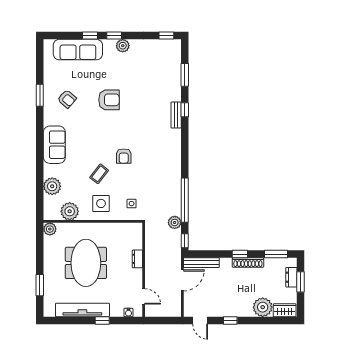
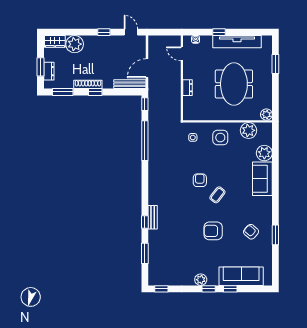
sofa: (54, 145) -> (262, 179), moved
coffee table: (99, 174) -> (217, 195), moved
plant: (175, 222) -> (154, 120), removed

